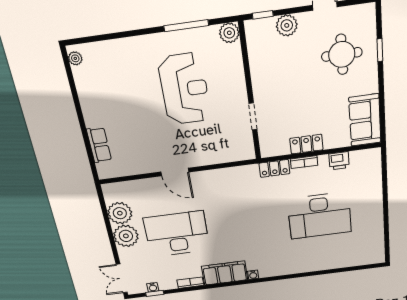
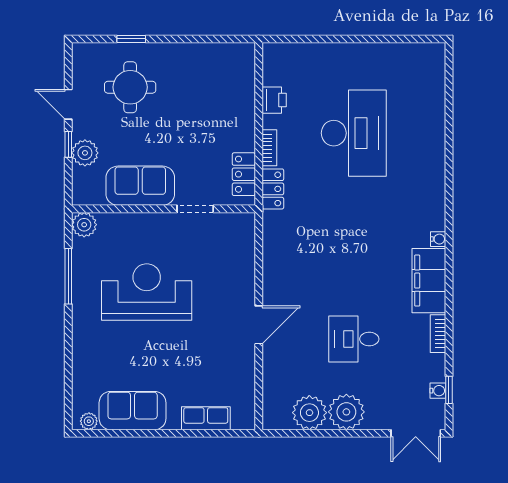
window: (263, 15) -> (68, 144), moved
sofa: (92, 91) -> (133, 411), added
sofa: (365, 120) -> (140, 186), moved, turned 180
locker: (306, 144) -> (244, 174), moved
desk: (177, 234) -> (354, 339), width x0.53, depth x0.77

